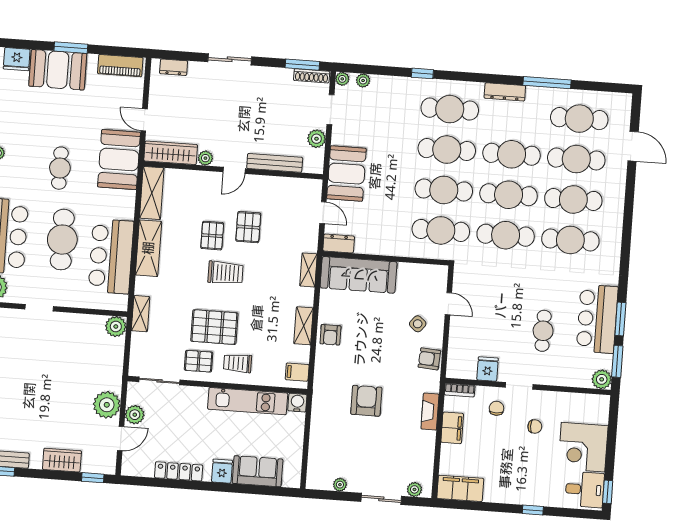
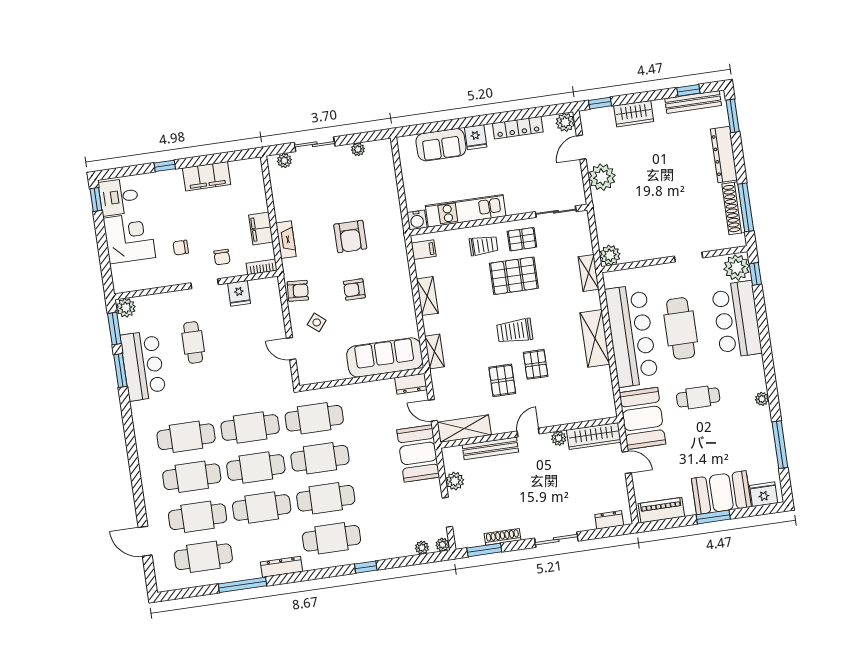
shoe rack: (312, 76) -> (503, 537), moved
cafe table: (60, 168) -> (698, 397), turned 90
shelving: (152, 193) -> (464, 429), moved, turned 90
bar counter: (111, 256) -> (632, 336), width x1.36
armchair: (330, 335) -> (354, 289), moved, turned -90
plant: (135, 415) -> (565, 122), moved
filing cabinet: (460, 488) -> (207, 176), moved

